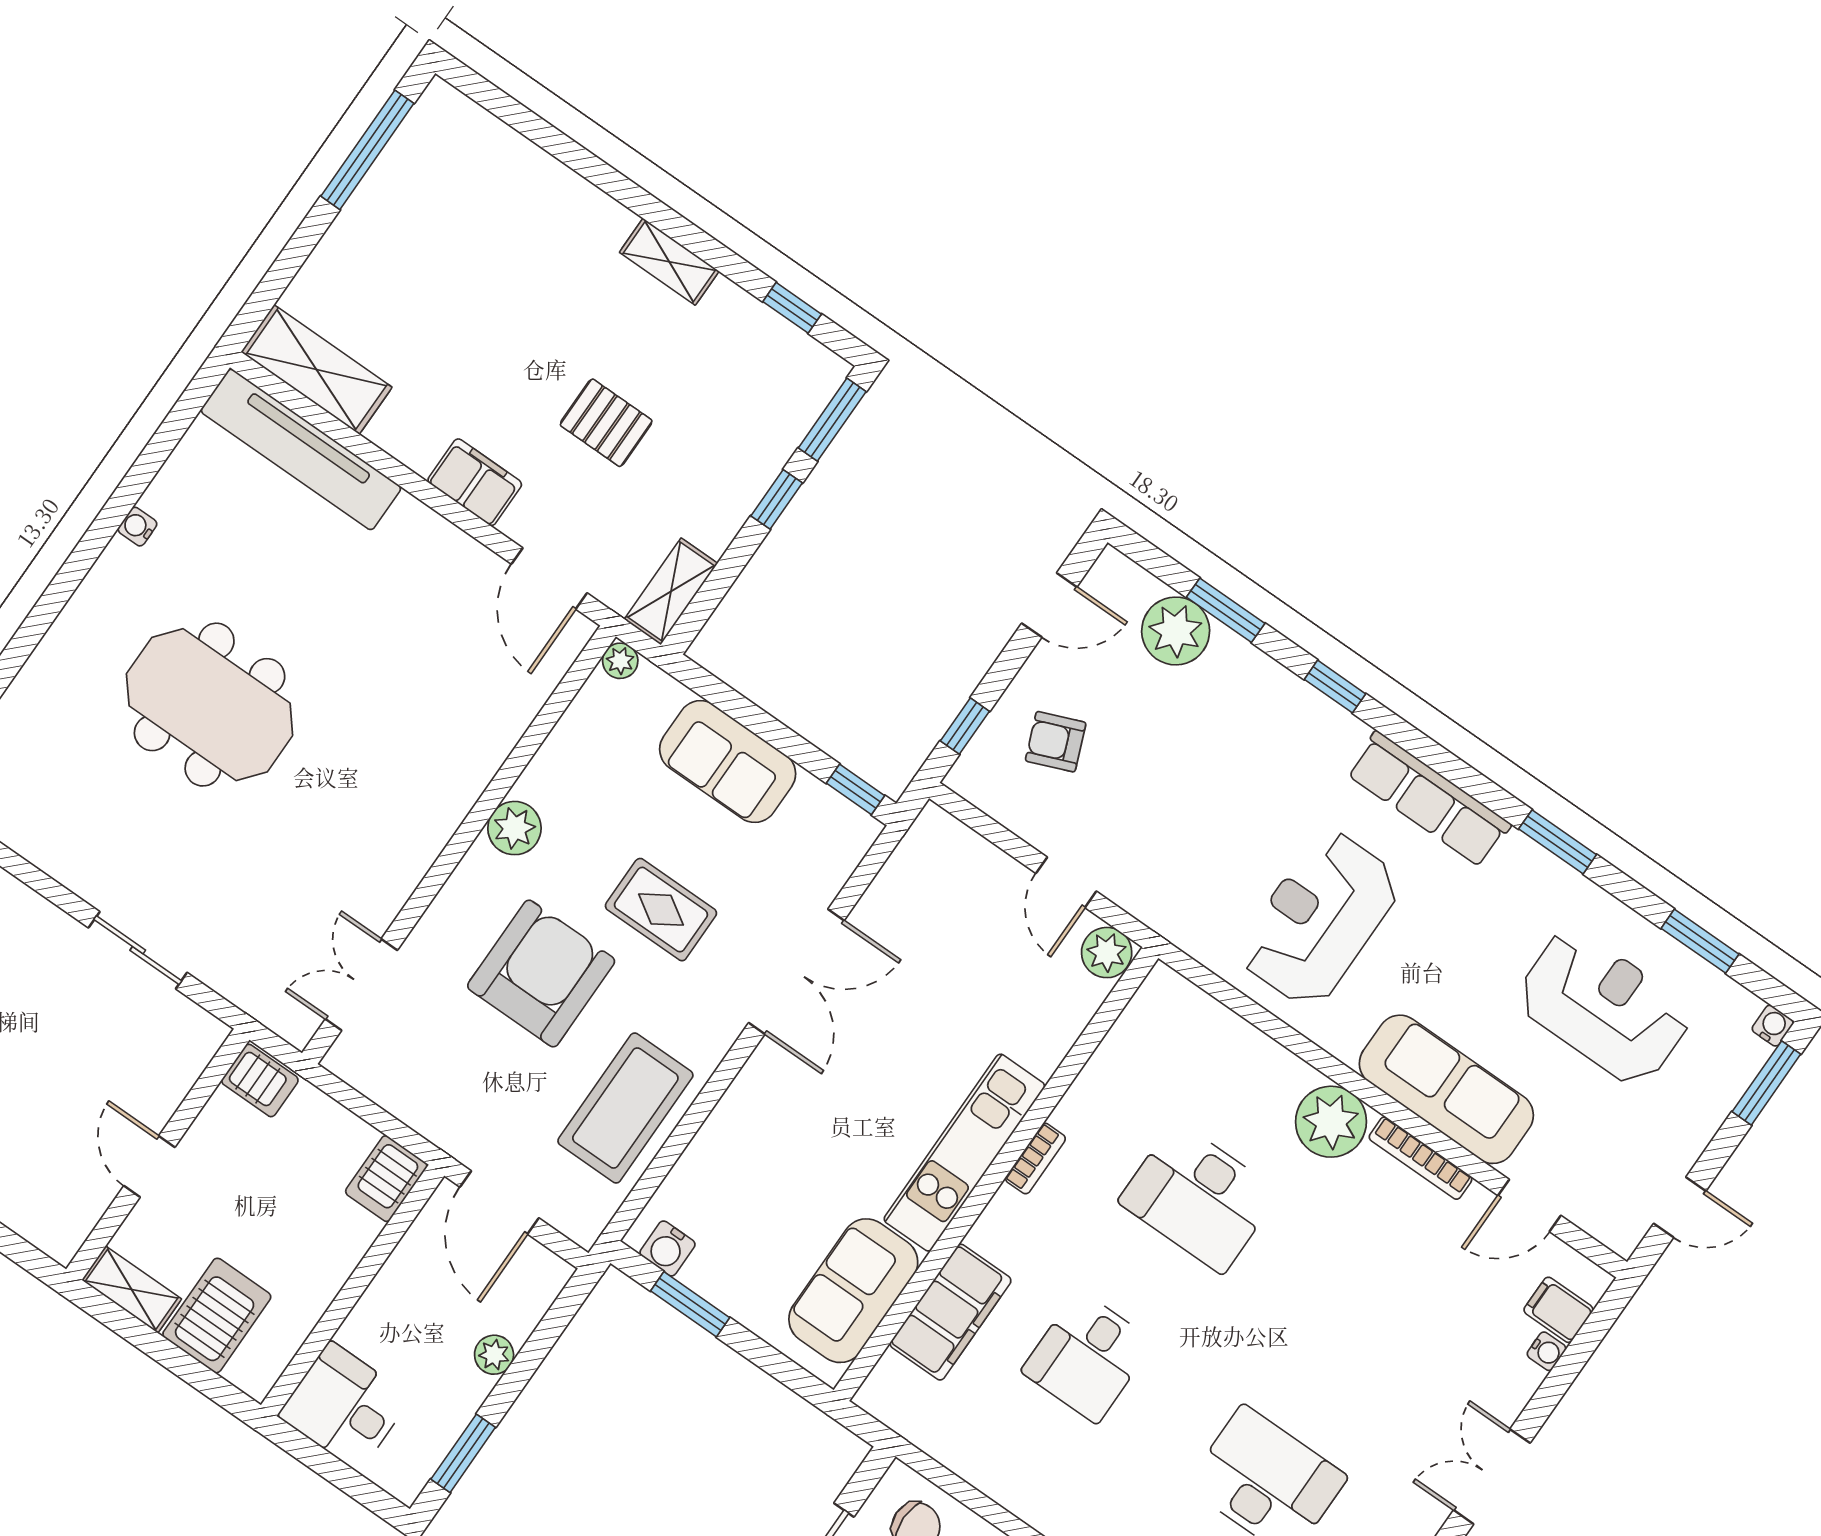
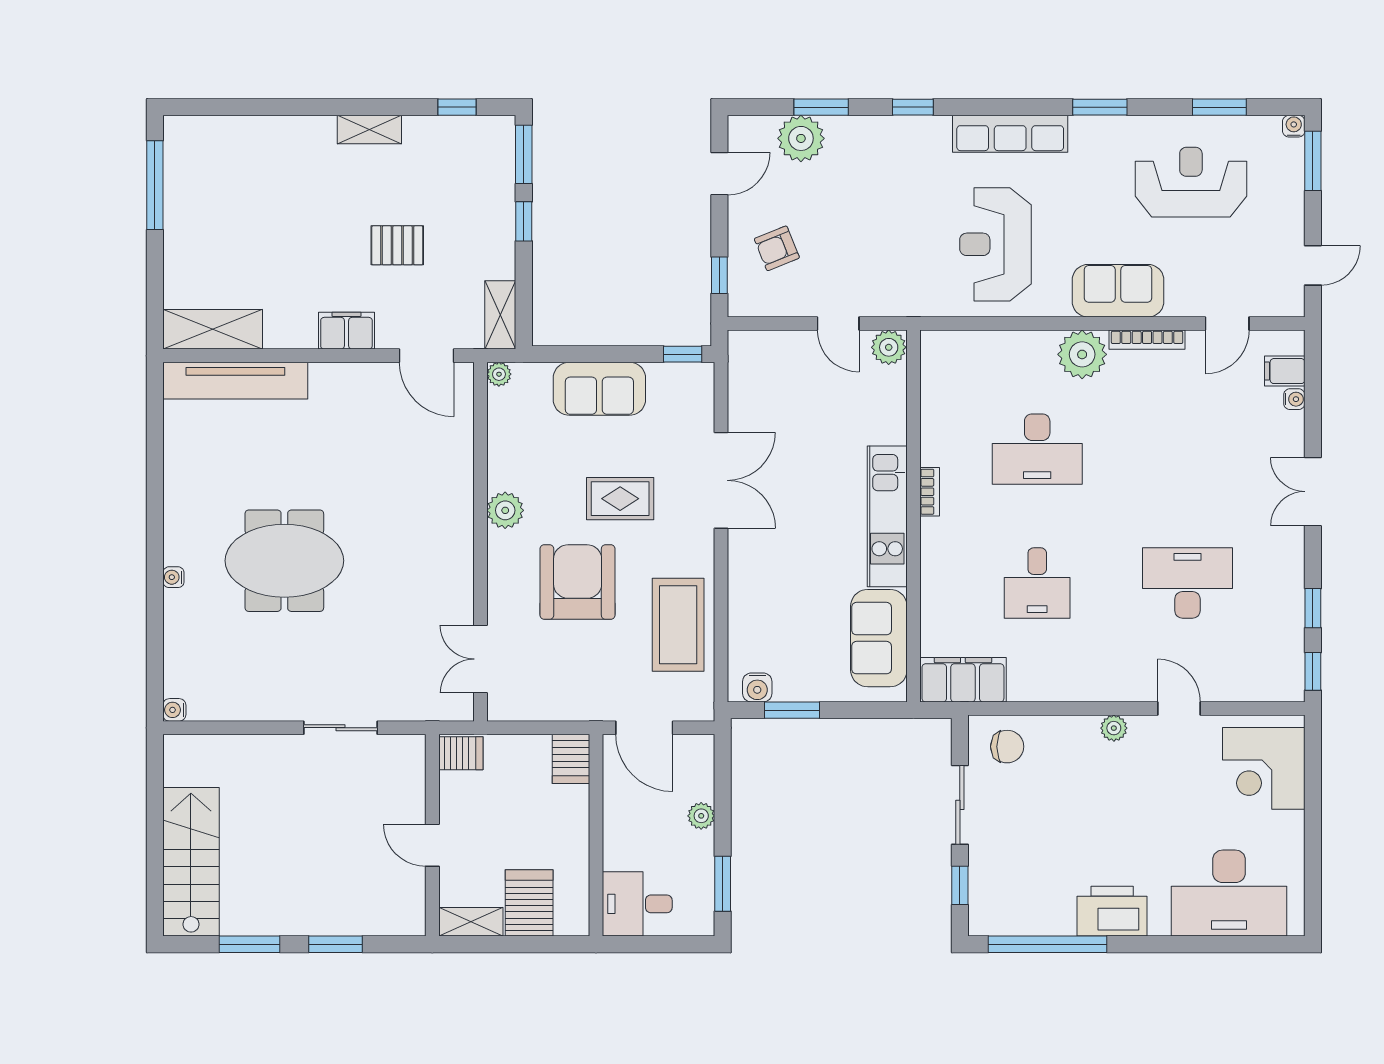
water cooler: (137, 527) -> (173, 577), moved
sofa: (1446, 1089) -> (1118, 291), width x0.73
filing cabinet: (950, 1312) -> (963, 680), moved, turned -90

